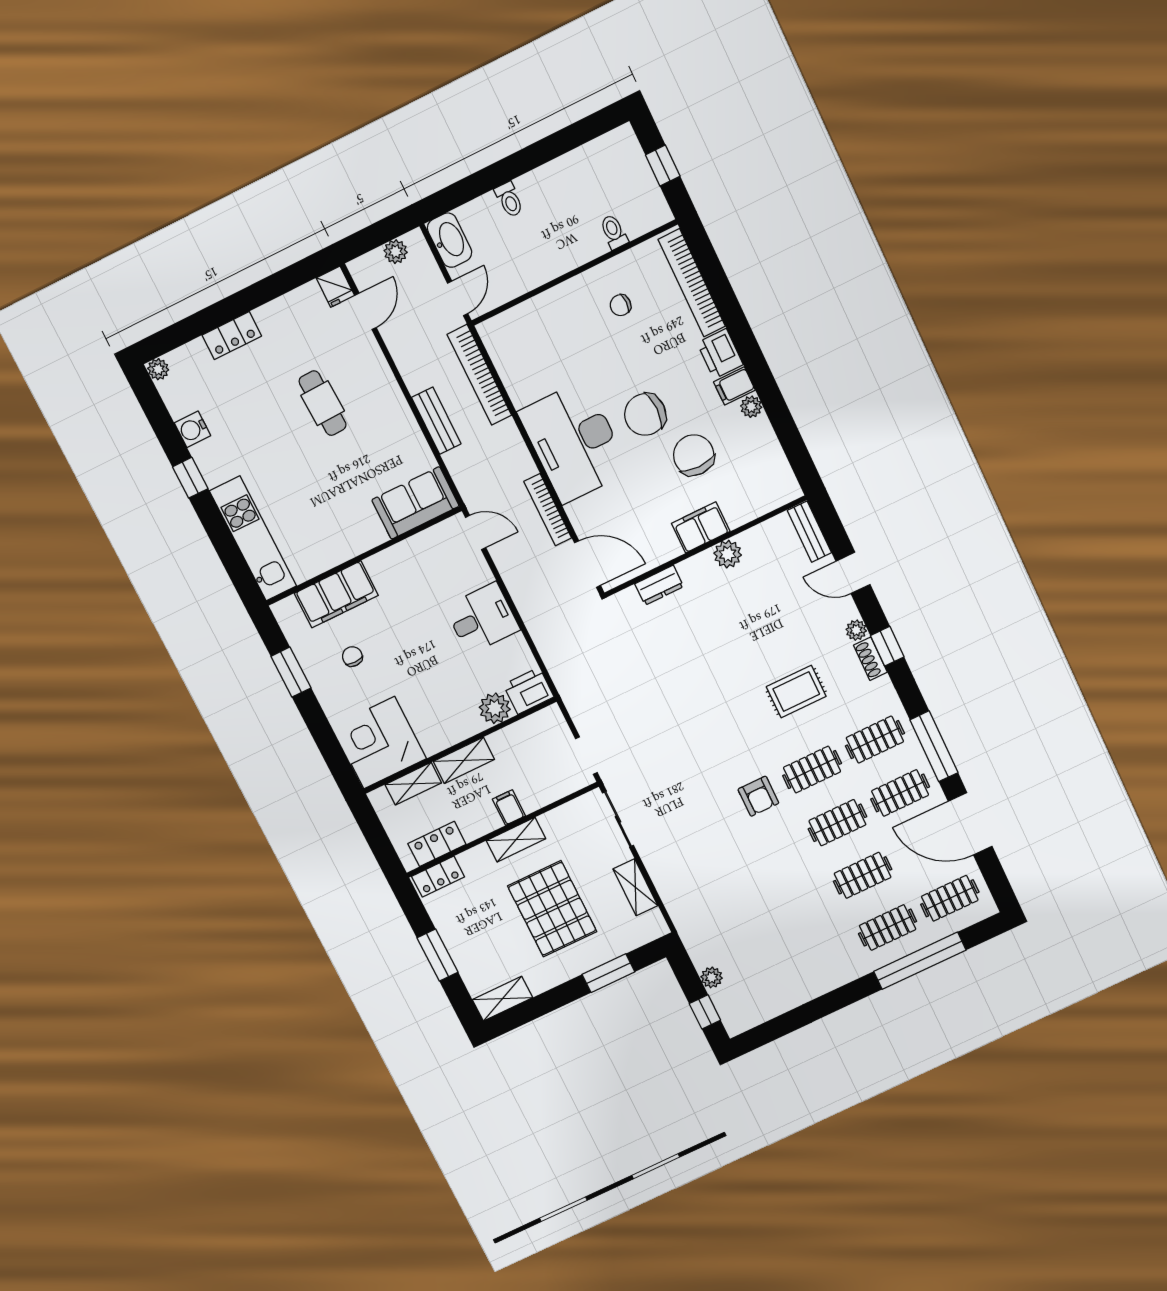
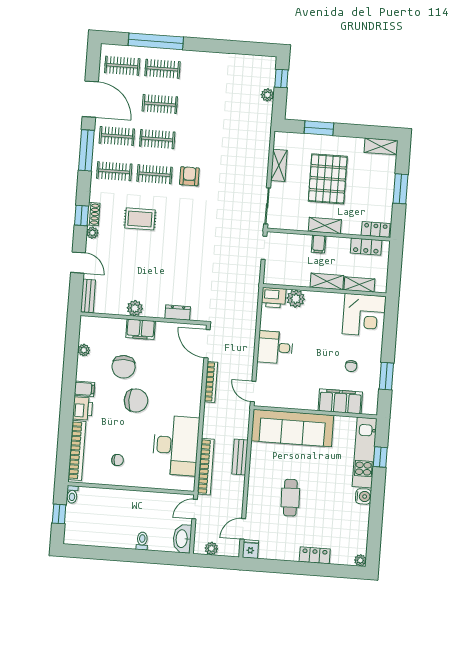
toilet: (614, 232) -> (72, 494), moved
plant: (751, 407) -> (84, 350), moved
water cooler: (192, 429) -> (363, 496), moved
desk: (574, 442) -> (176, 445), moved
window: (190, 478) -> (380, 457), moved
sofa: (415, 503) -> (292, 428), width x1.85, depth x1.27

